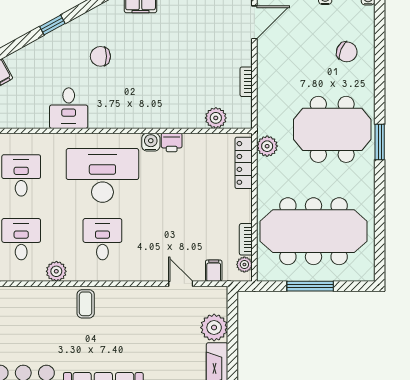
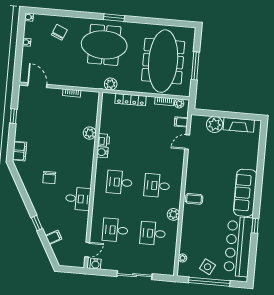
window: (52, 25) -> (37, 223), moved
plant: (216, 118) -> (90, 133), moved
meeting table: (332, 129) -> (104, 45), turned 90
locker: (244, 163) -> (131, 100), moved
desk: (102, 175) -> (119, 182), width x0.53, depth x0.77

